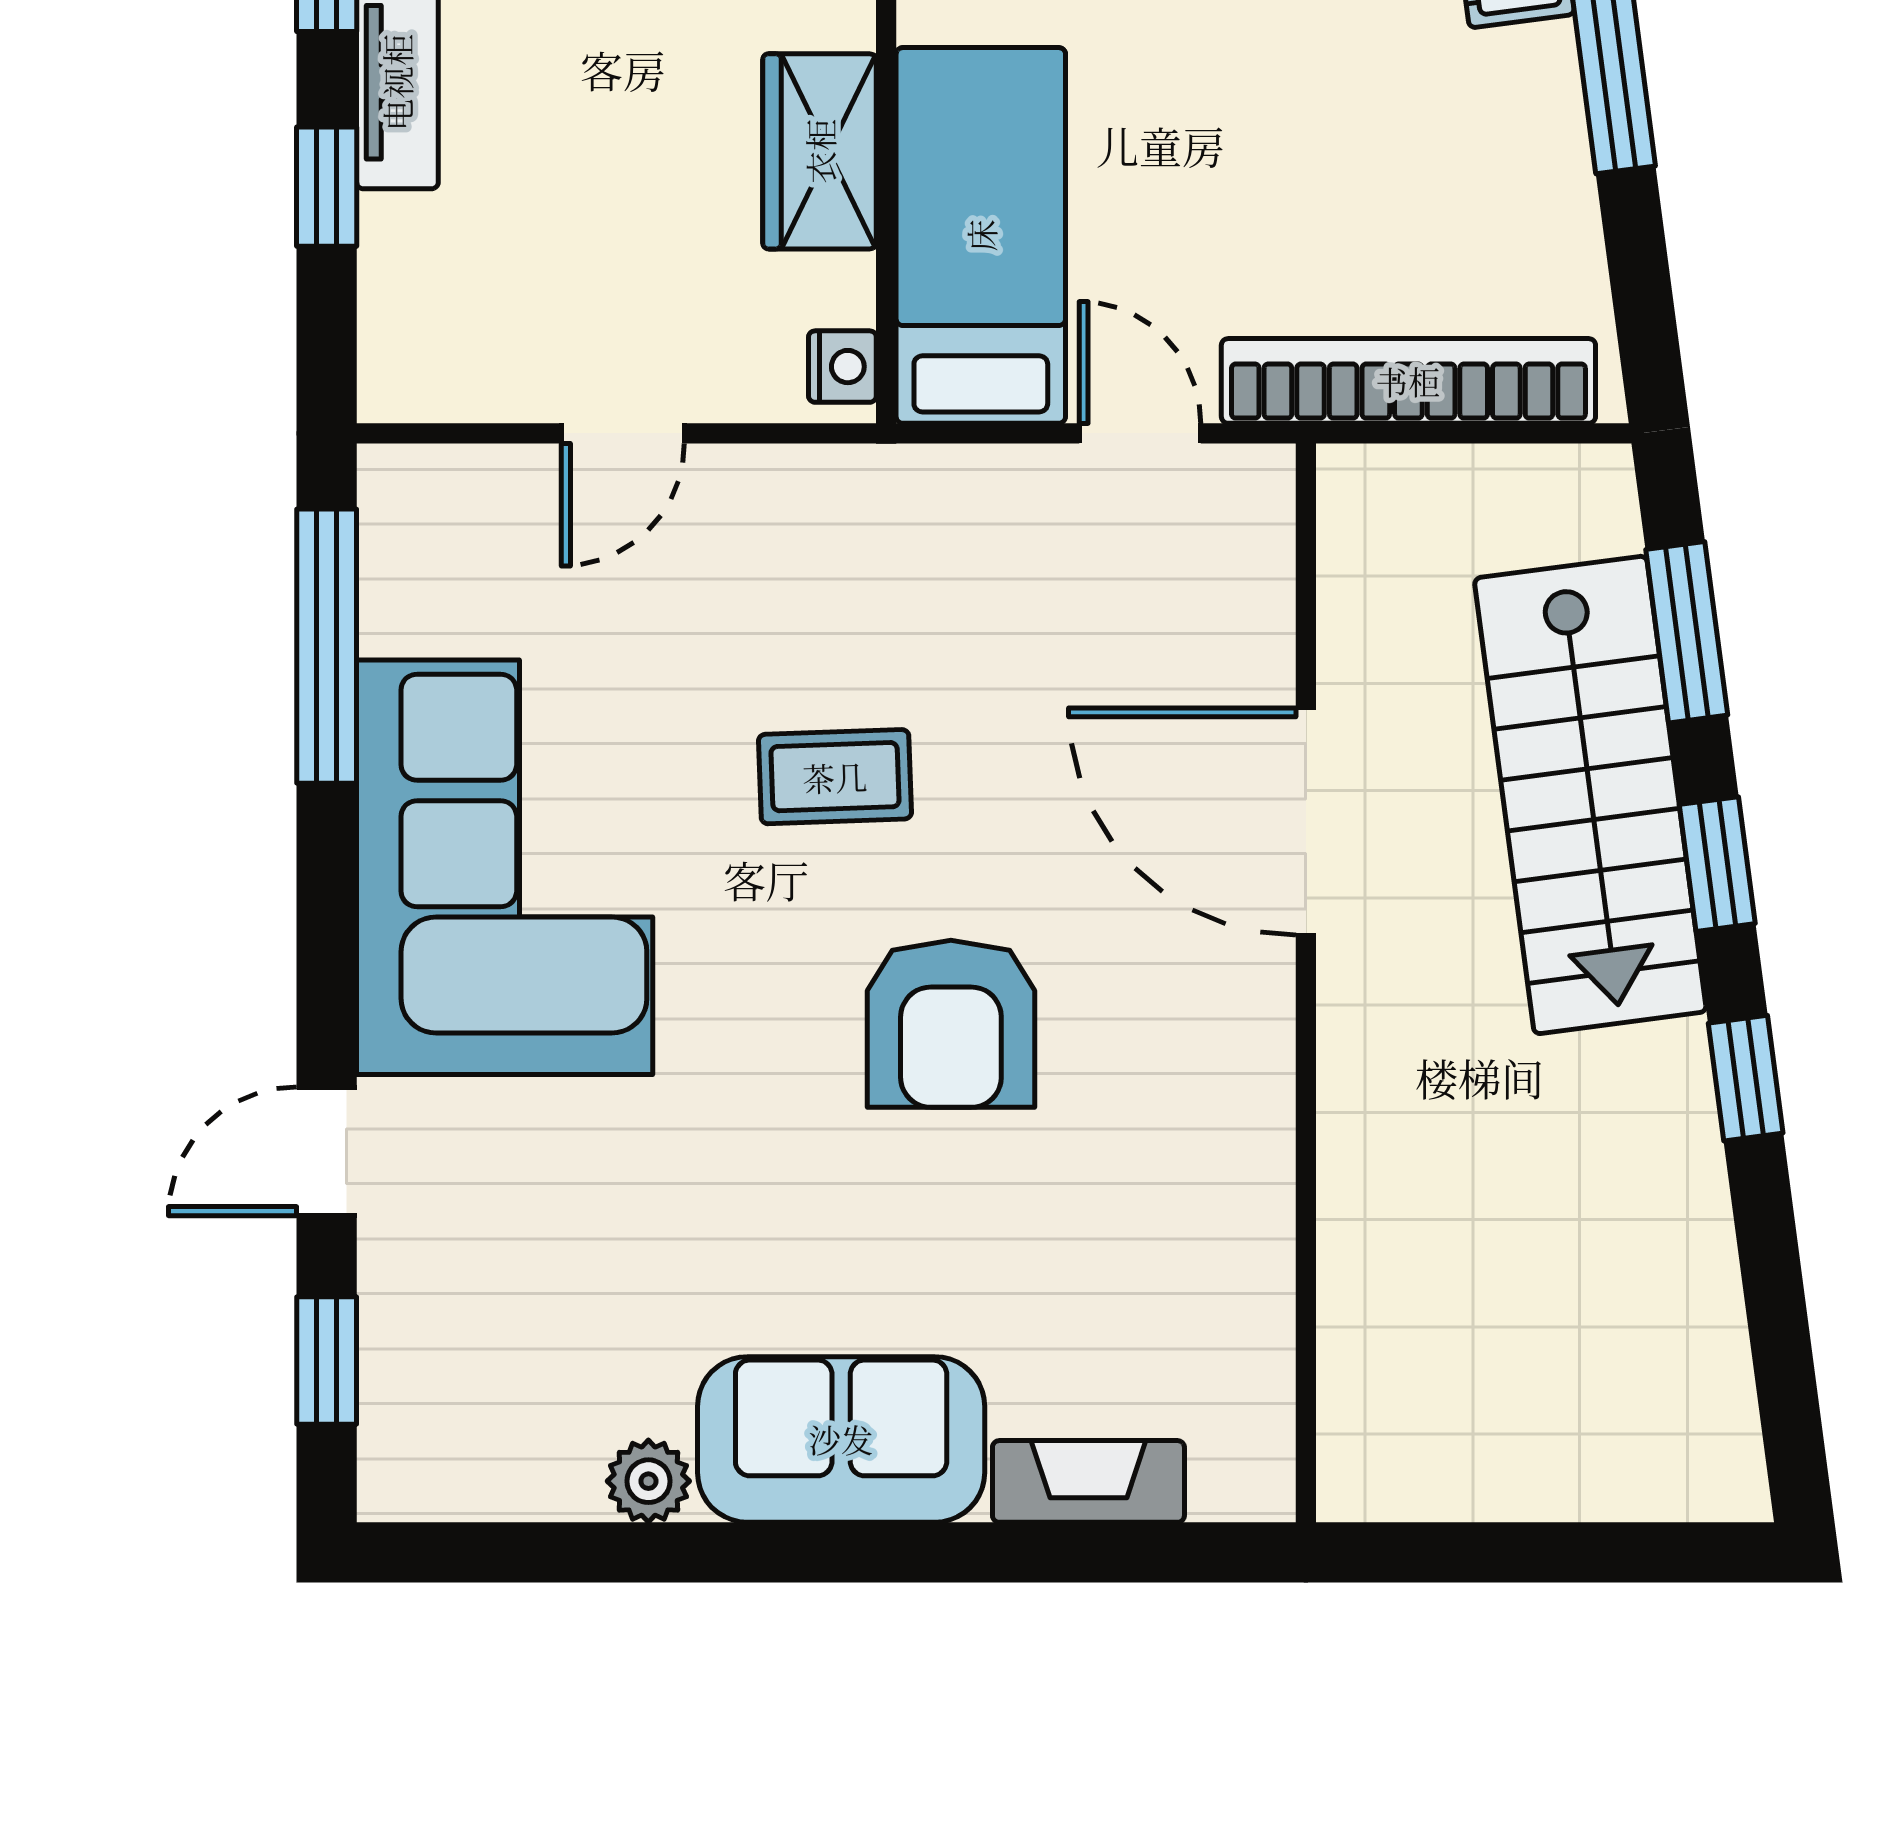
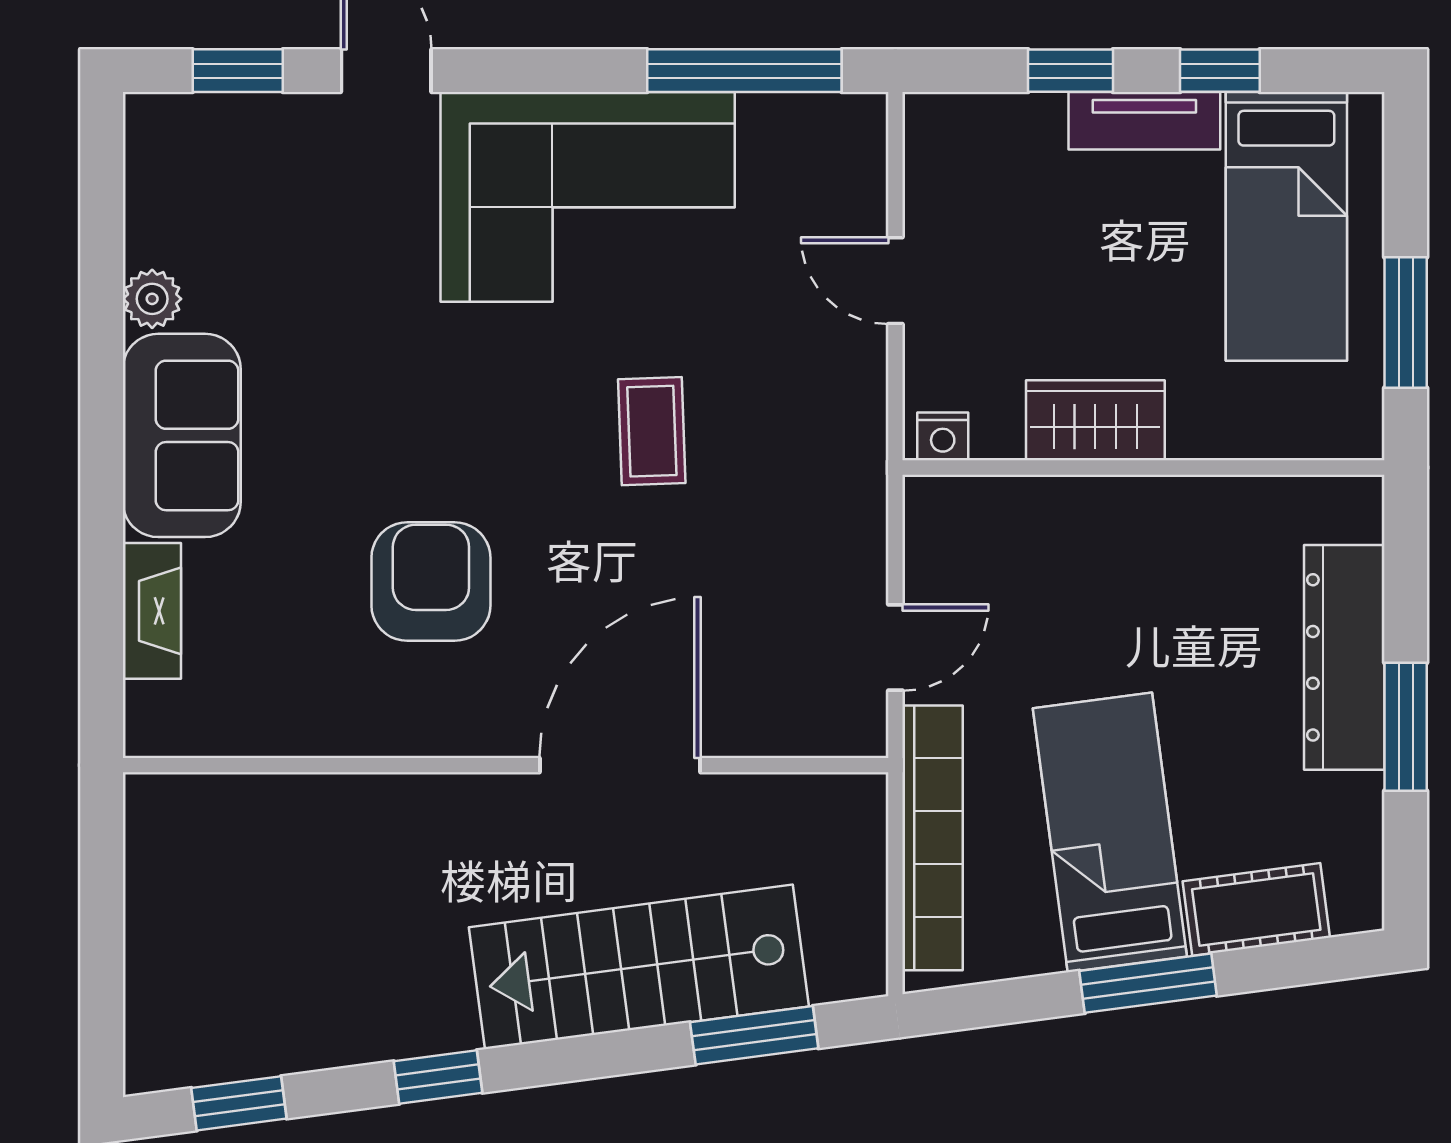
bed: (981, 235) -> (1110, 832), moved, turned -98
window: (1717, 864) -> (239, 1103), moved
armchair: (951, 1024) -> (431, 582), moved, turned 90

